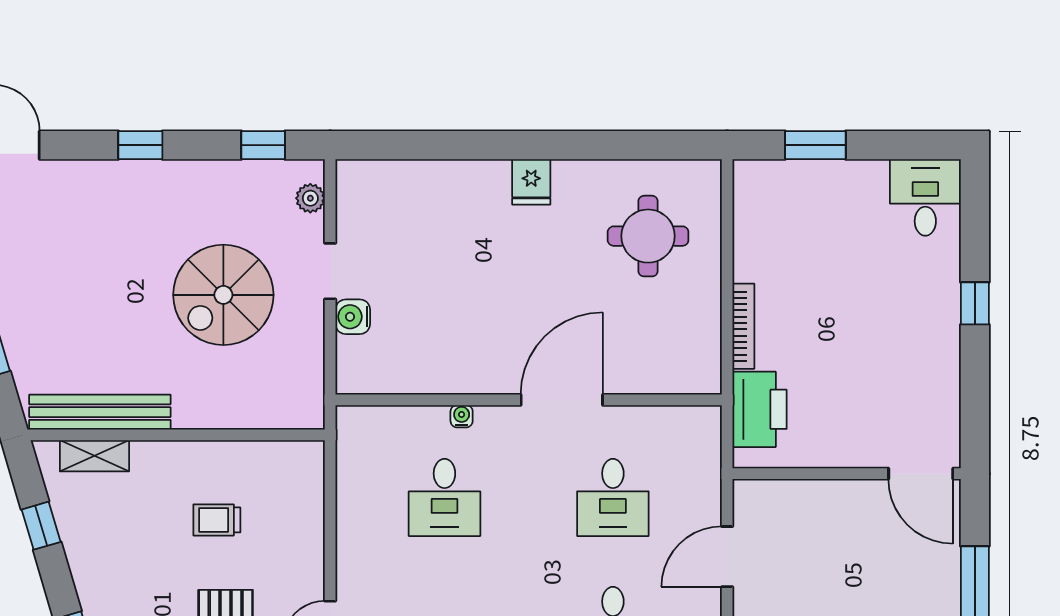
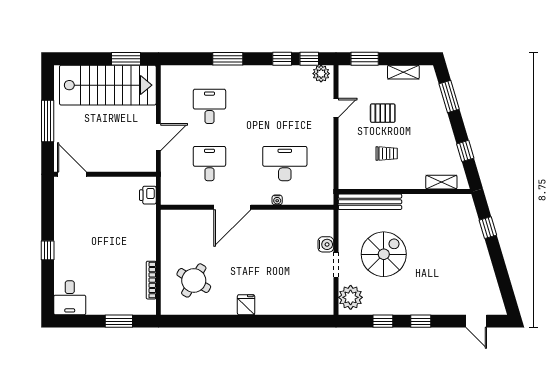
window: (263, 145) -> (383, 321), moved
plant: (310, 198) -> (351, 297), width x1.88, depth x1.88
round table: (648, 236) -> (194, 280), turned 31
bookcase: (743, 326) -> (151, 280), moved
printer: (760, 409) -> (148, 195), width x0.53, depth x0.68
bench: (100, 412) -> (370, 202), moved
desk: (444, 497) -> (285, 164), width x1.37

